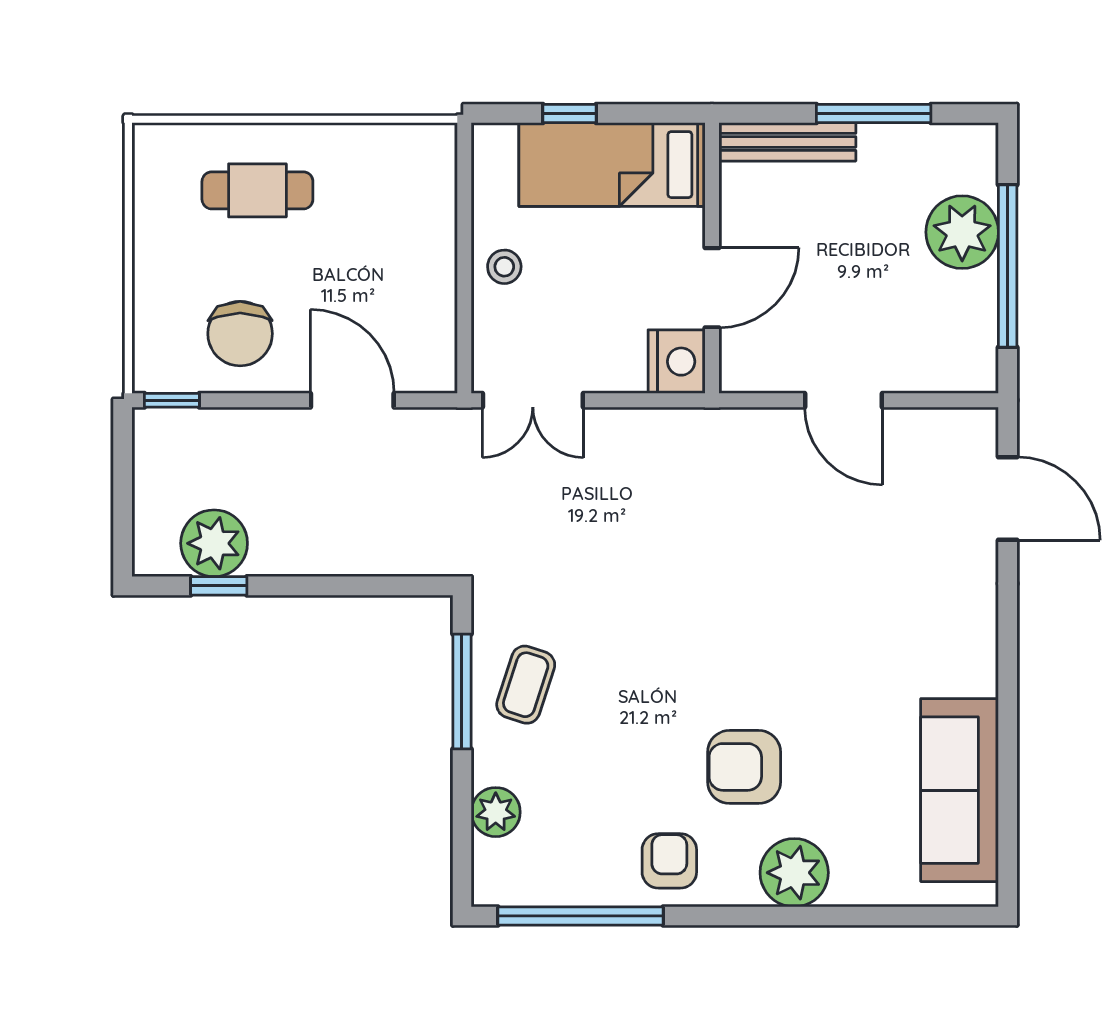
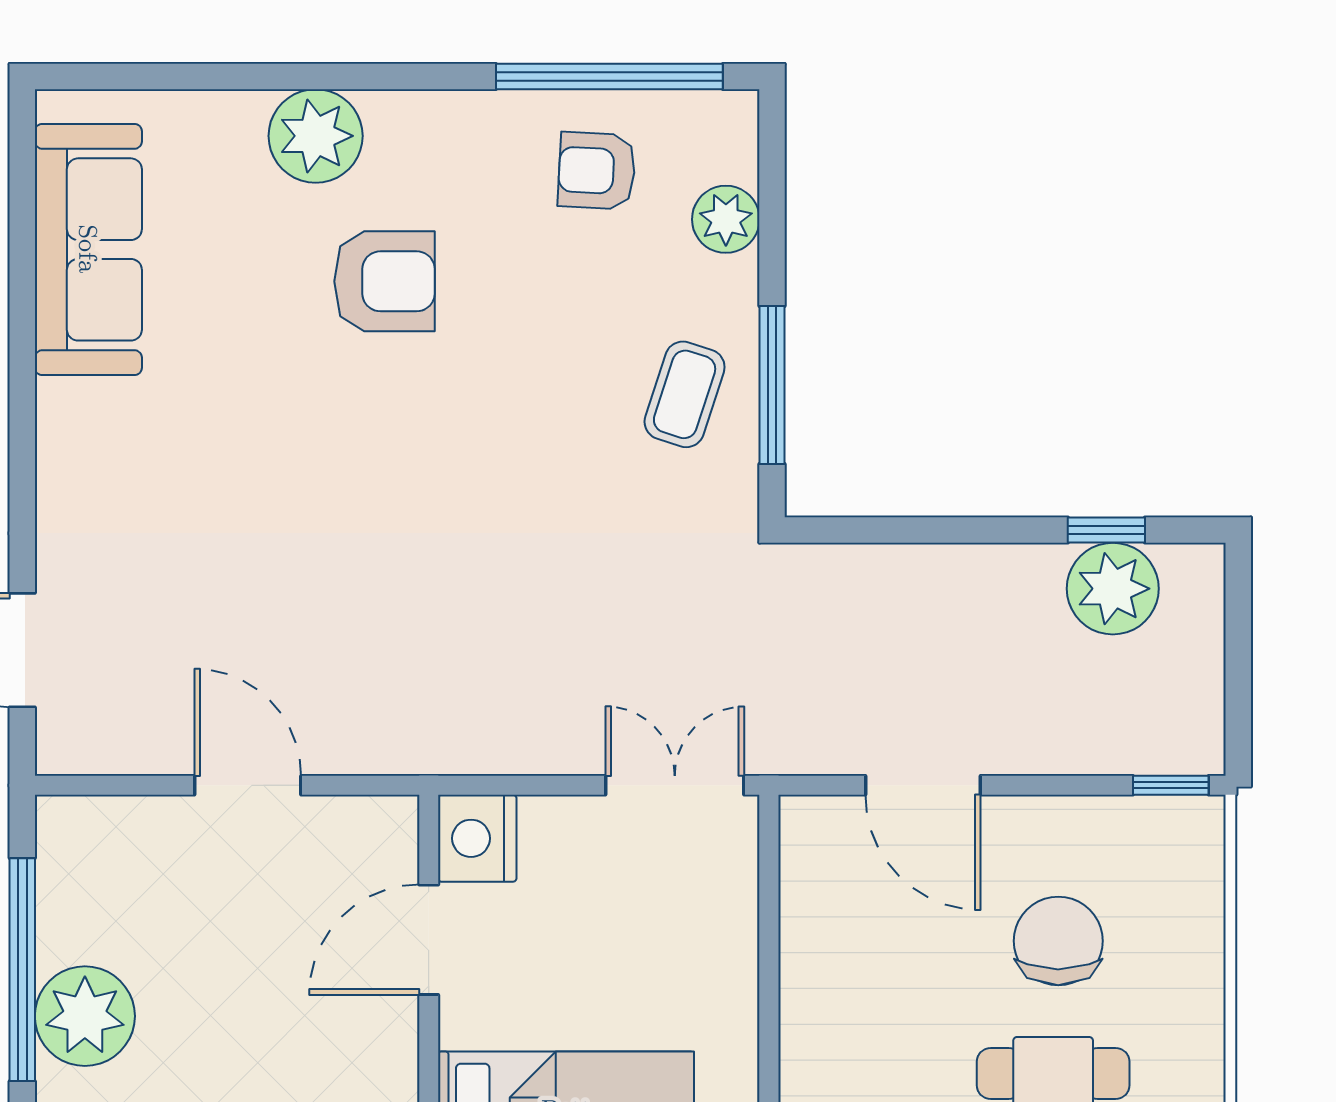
stool: (504, 267) -> (714, 969), removed
chair: (240, 334) -> (1058, 941), moved
armchair: (669, 861) -> (597, 171), moved, turned 93

